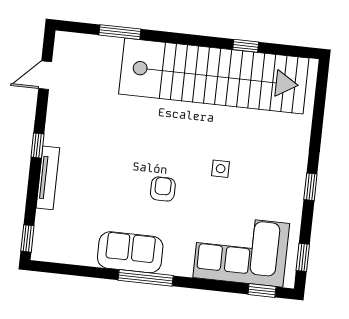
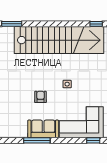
window: (246, 46) -> (96, 24), moved
sofa: (130, 252) -> (43, 129), moved

